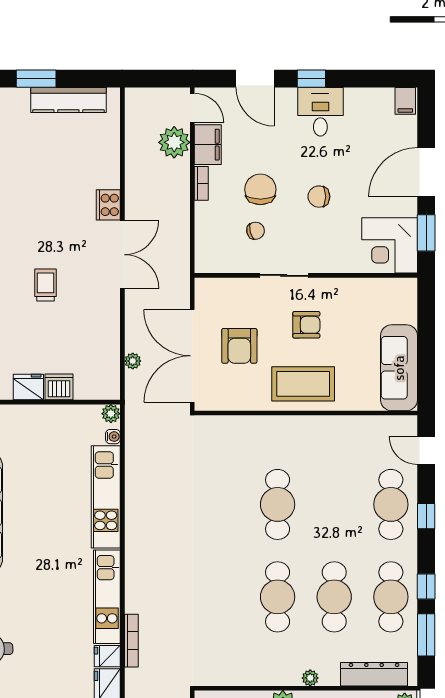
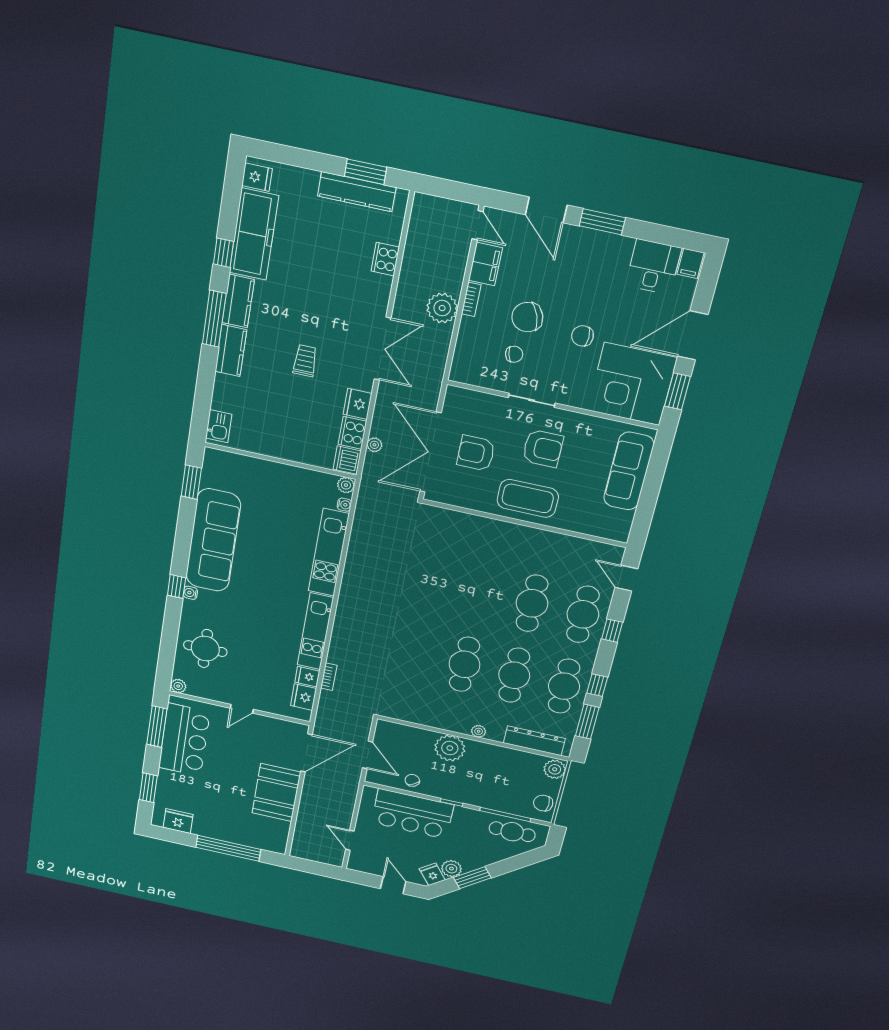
window: (36, 79) -> (366, 172), moved
window: (311, 79) -> (602, 222), width x1.50
desk: (320, 112) -> (653, 267), moved
plant: (174, 142) -> (442, 308), moved
chair: (260, 189) -> (527, 317), turned -109
cooker: (108, 205) -> (385, 259), moved
corner desk: (390, 245) -> (632, 384), width x1.36, depth x1.36
armchair: (306, 325) -> (543, 448), width x1.38, depth x1.38
armchair: (239, 346) -> (476, 453), turned 90
cooker: (108, 353) -> (352, 433), added
sofa: (399, 368) -> (629, 471), moved
fridge: (28, 387) -> (358, 404), moved, turned -90
dishwasher: (59, 387) -> (347, 460), moved, turned -90
cafe table: (278, 504) -> (532, 603), moved
bookcase: (131, 641) -> (329, 677), width x0.64

